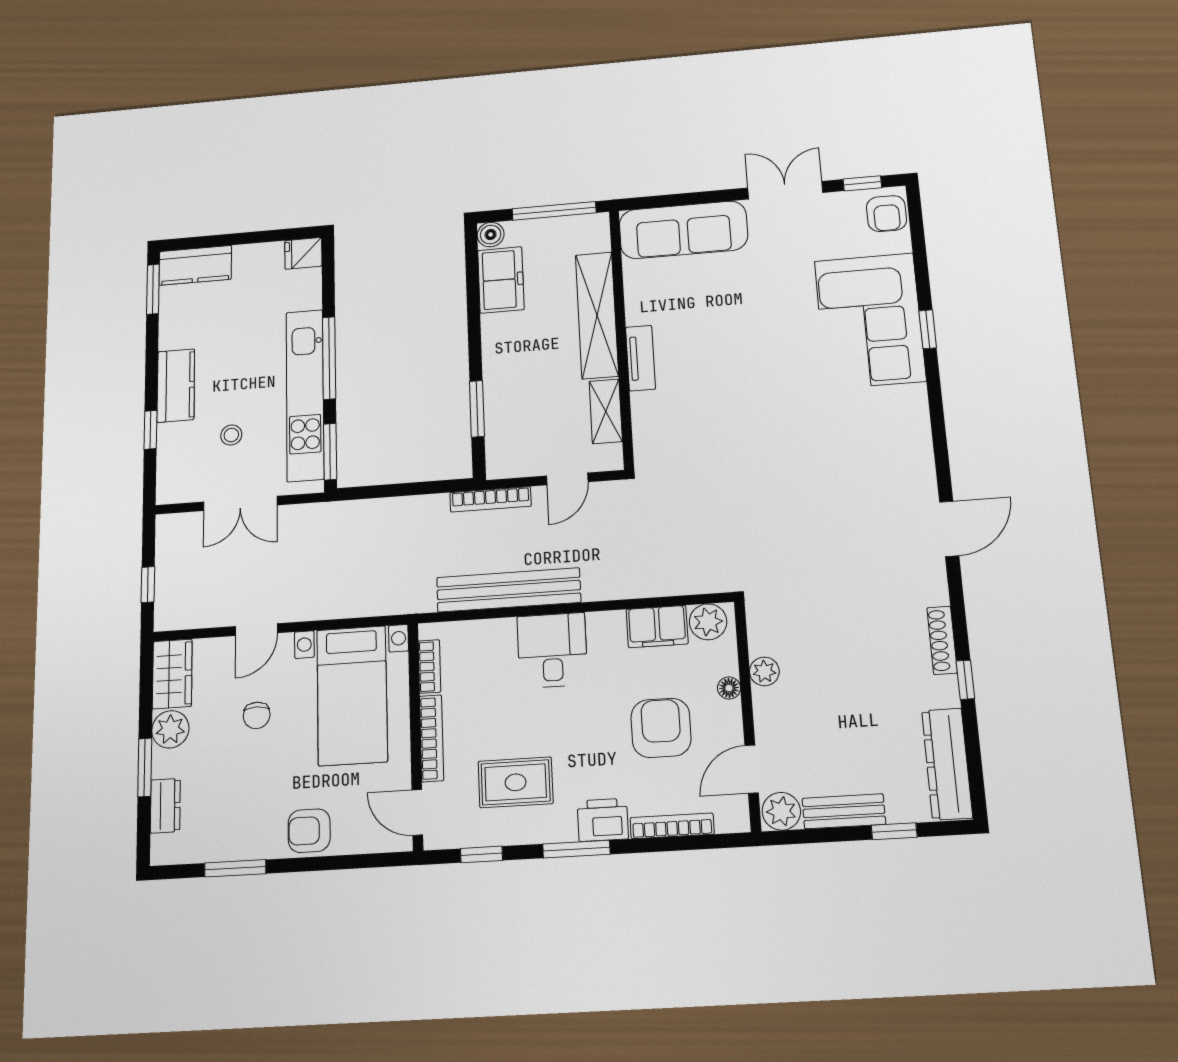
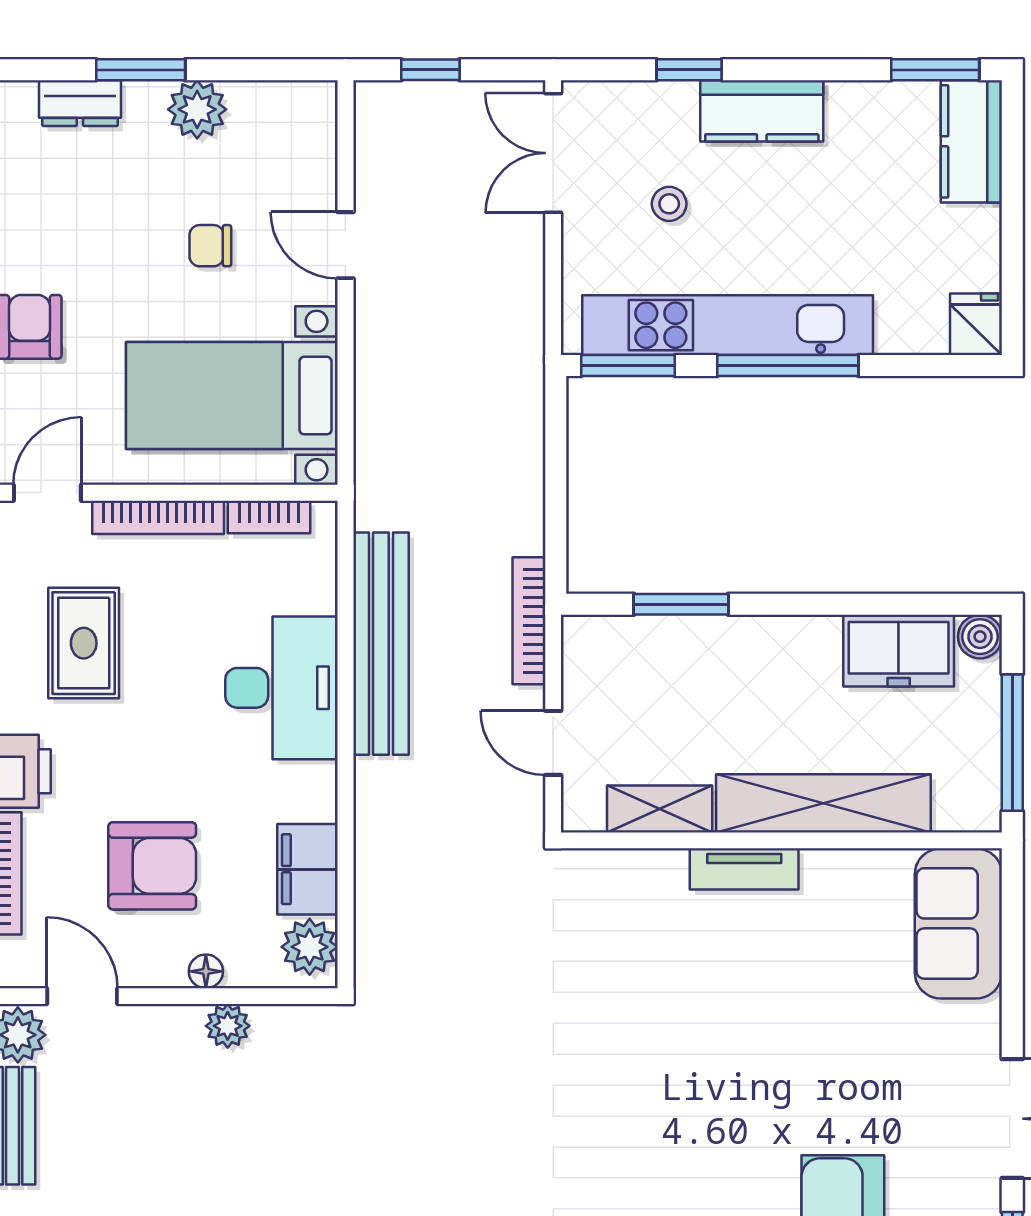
sofa: (683, 230) -> (958, 923), width x0.73
double door: (240, 503) -> (553, 153), moved
desk: (552, 650) -> (282, 688), width x1.37
wardrobe: (172, 674) -> (284, 111), removed

